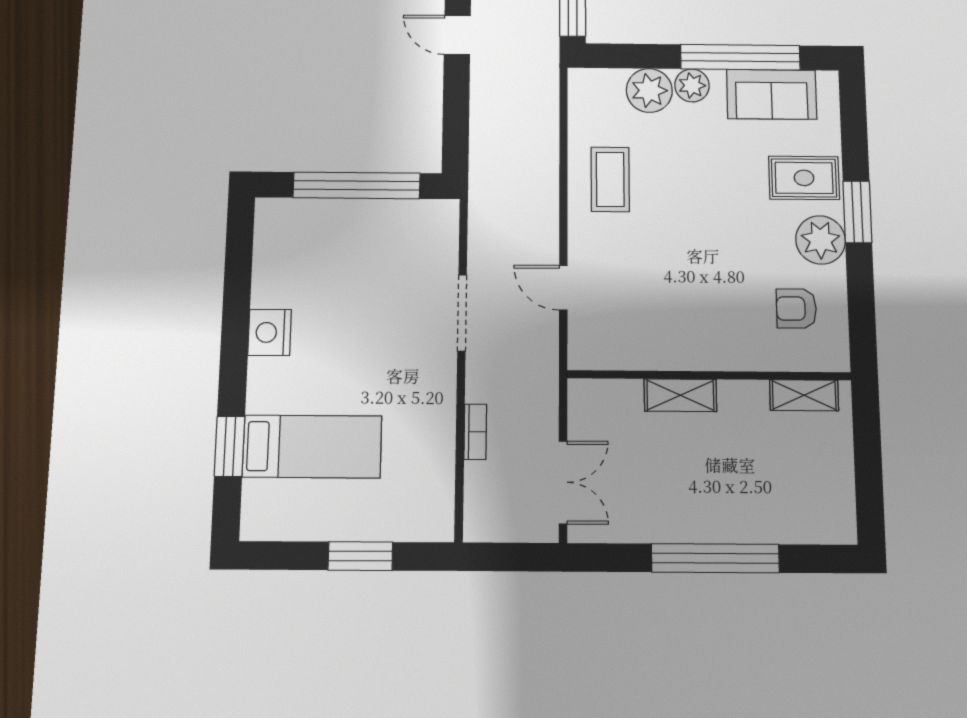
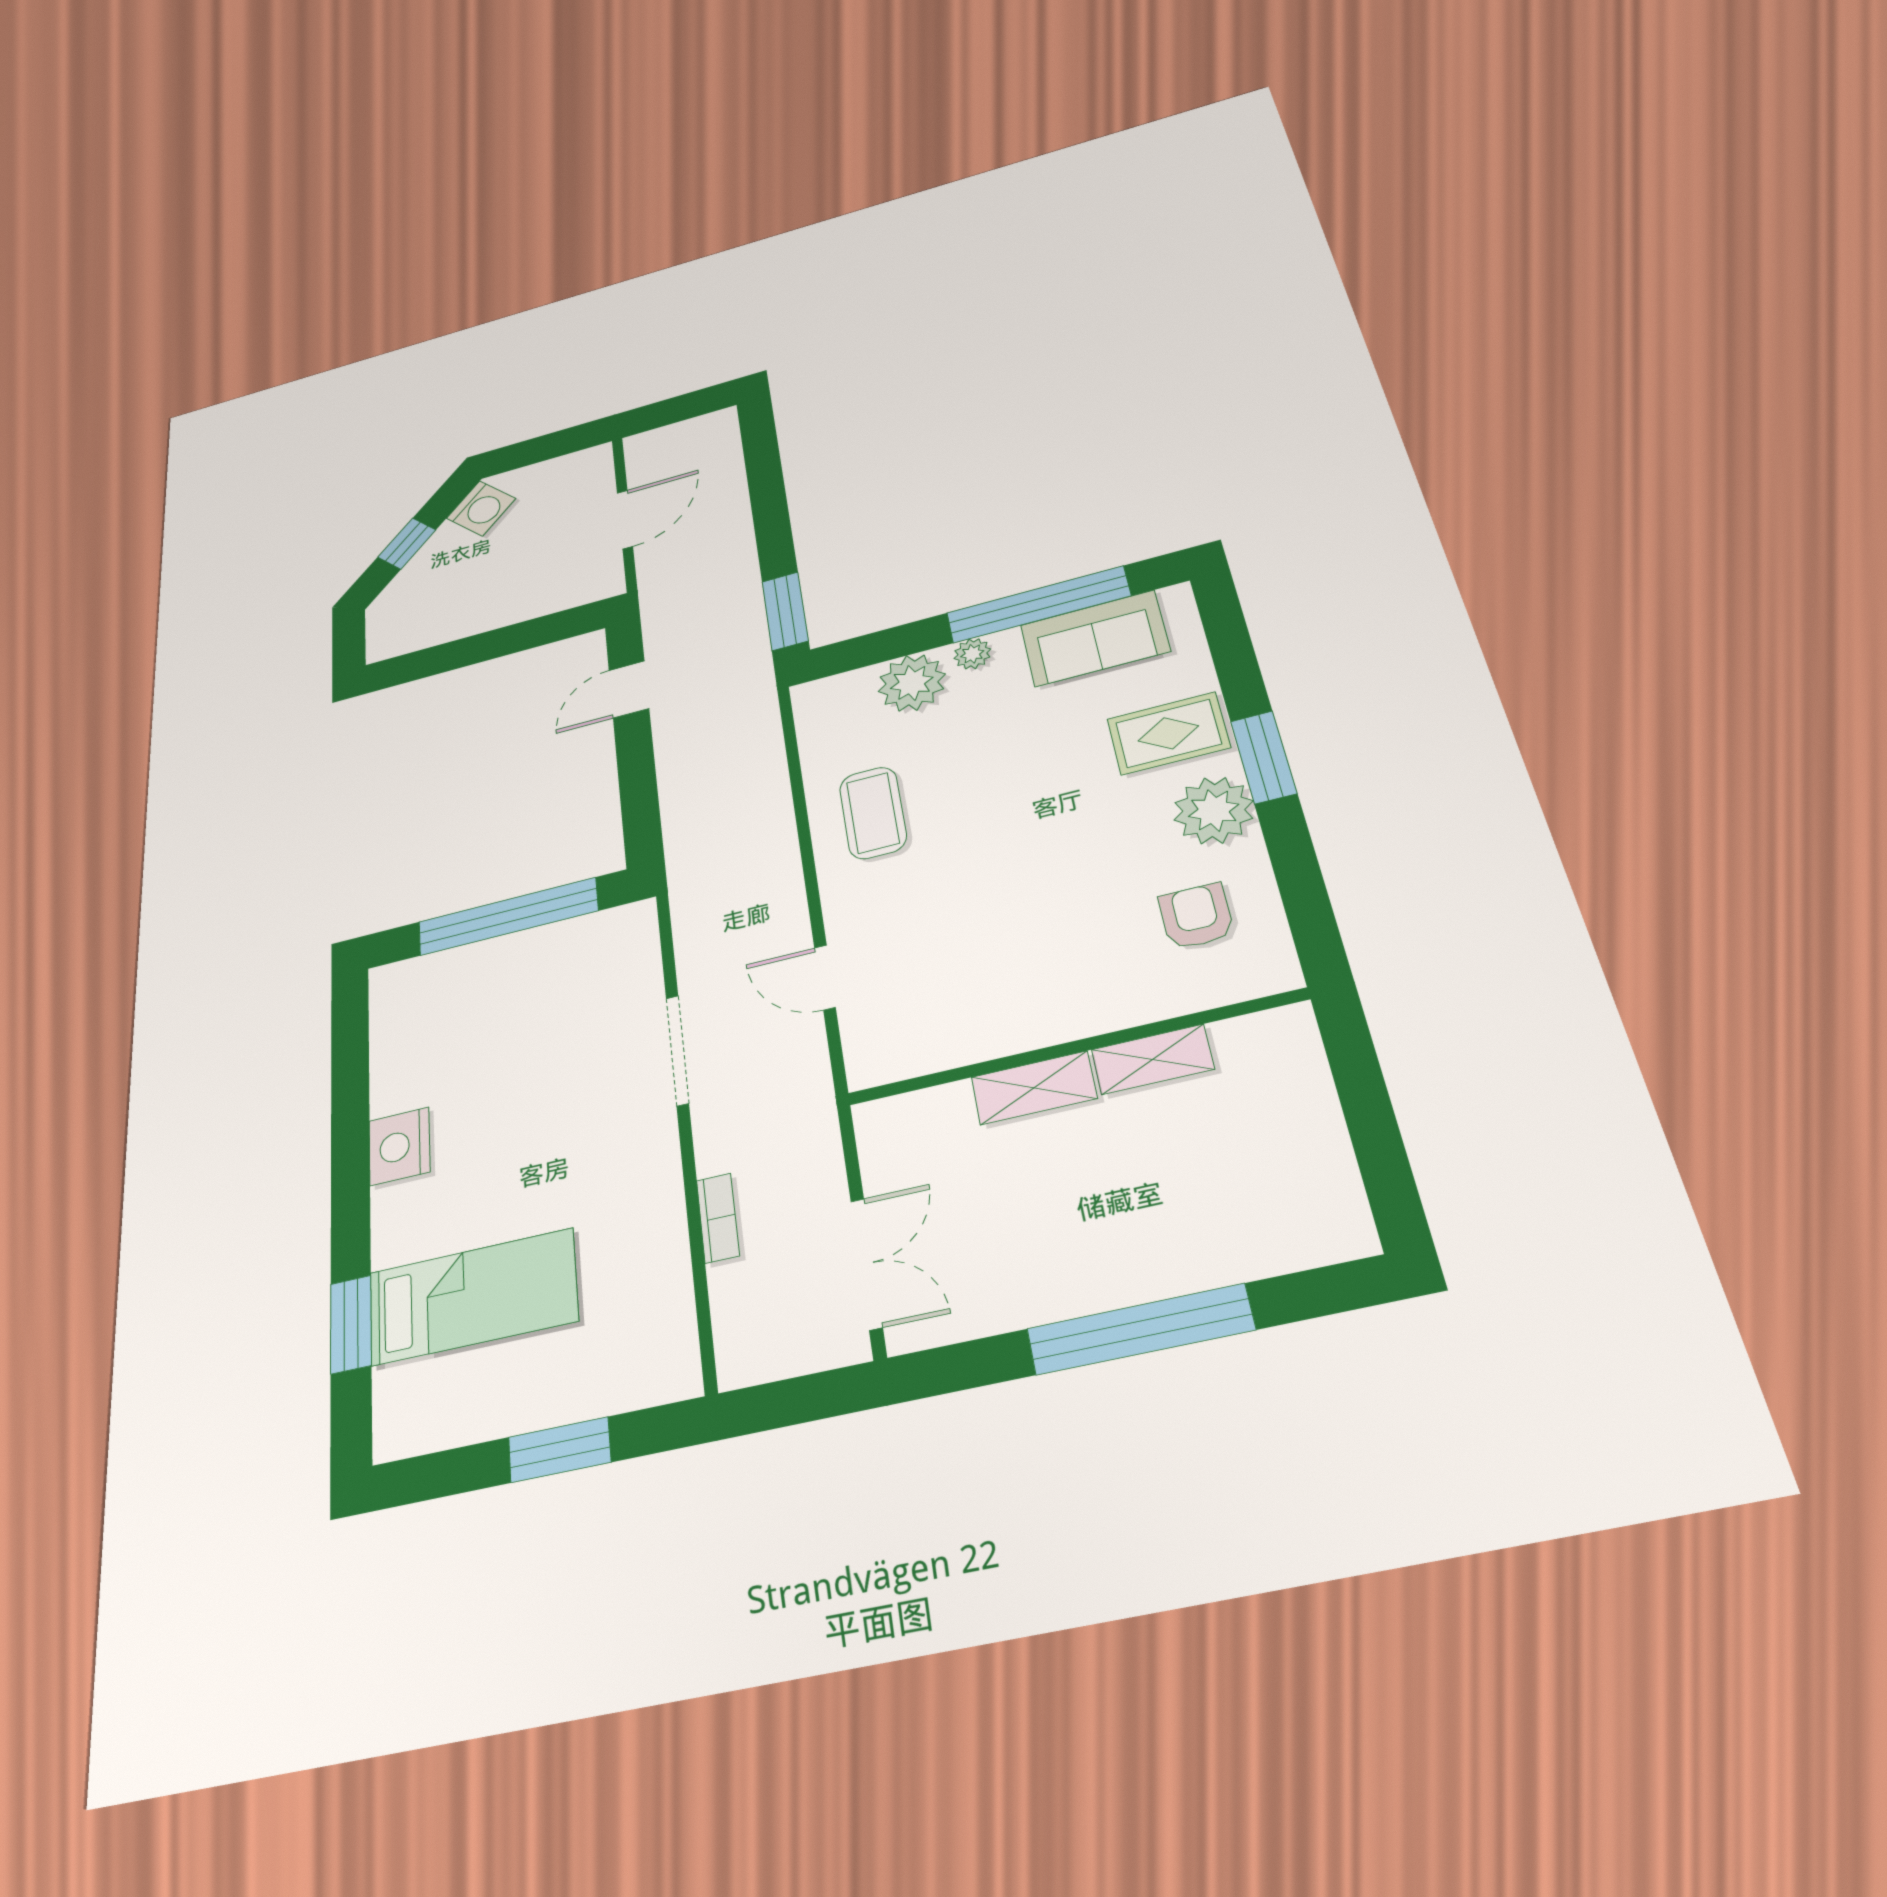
door: (457, 35) -> (629, 689), hinge flipped
plant: (692, 85) -> (972, 654), width x0.73, depth x0.73
armchair: (796, 309) -> (1196, 916), turned 90
shelving: (804, 395) -> (1153, 1059), moved

